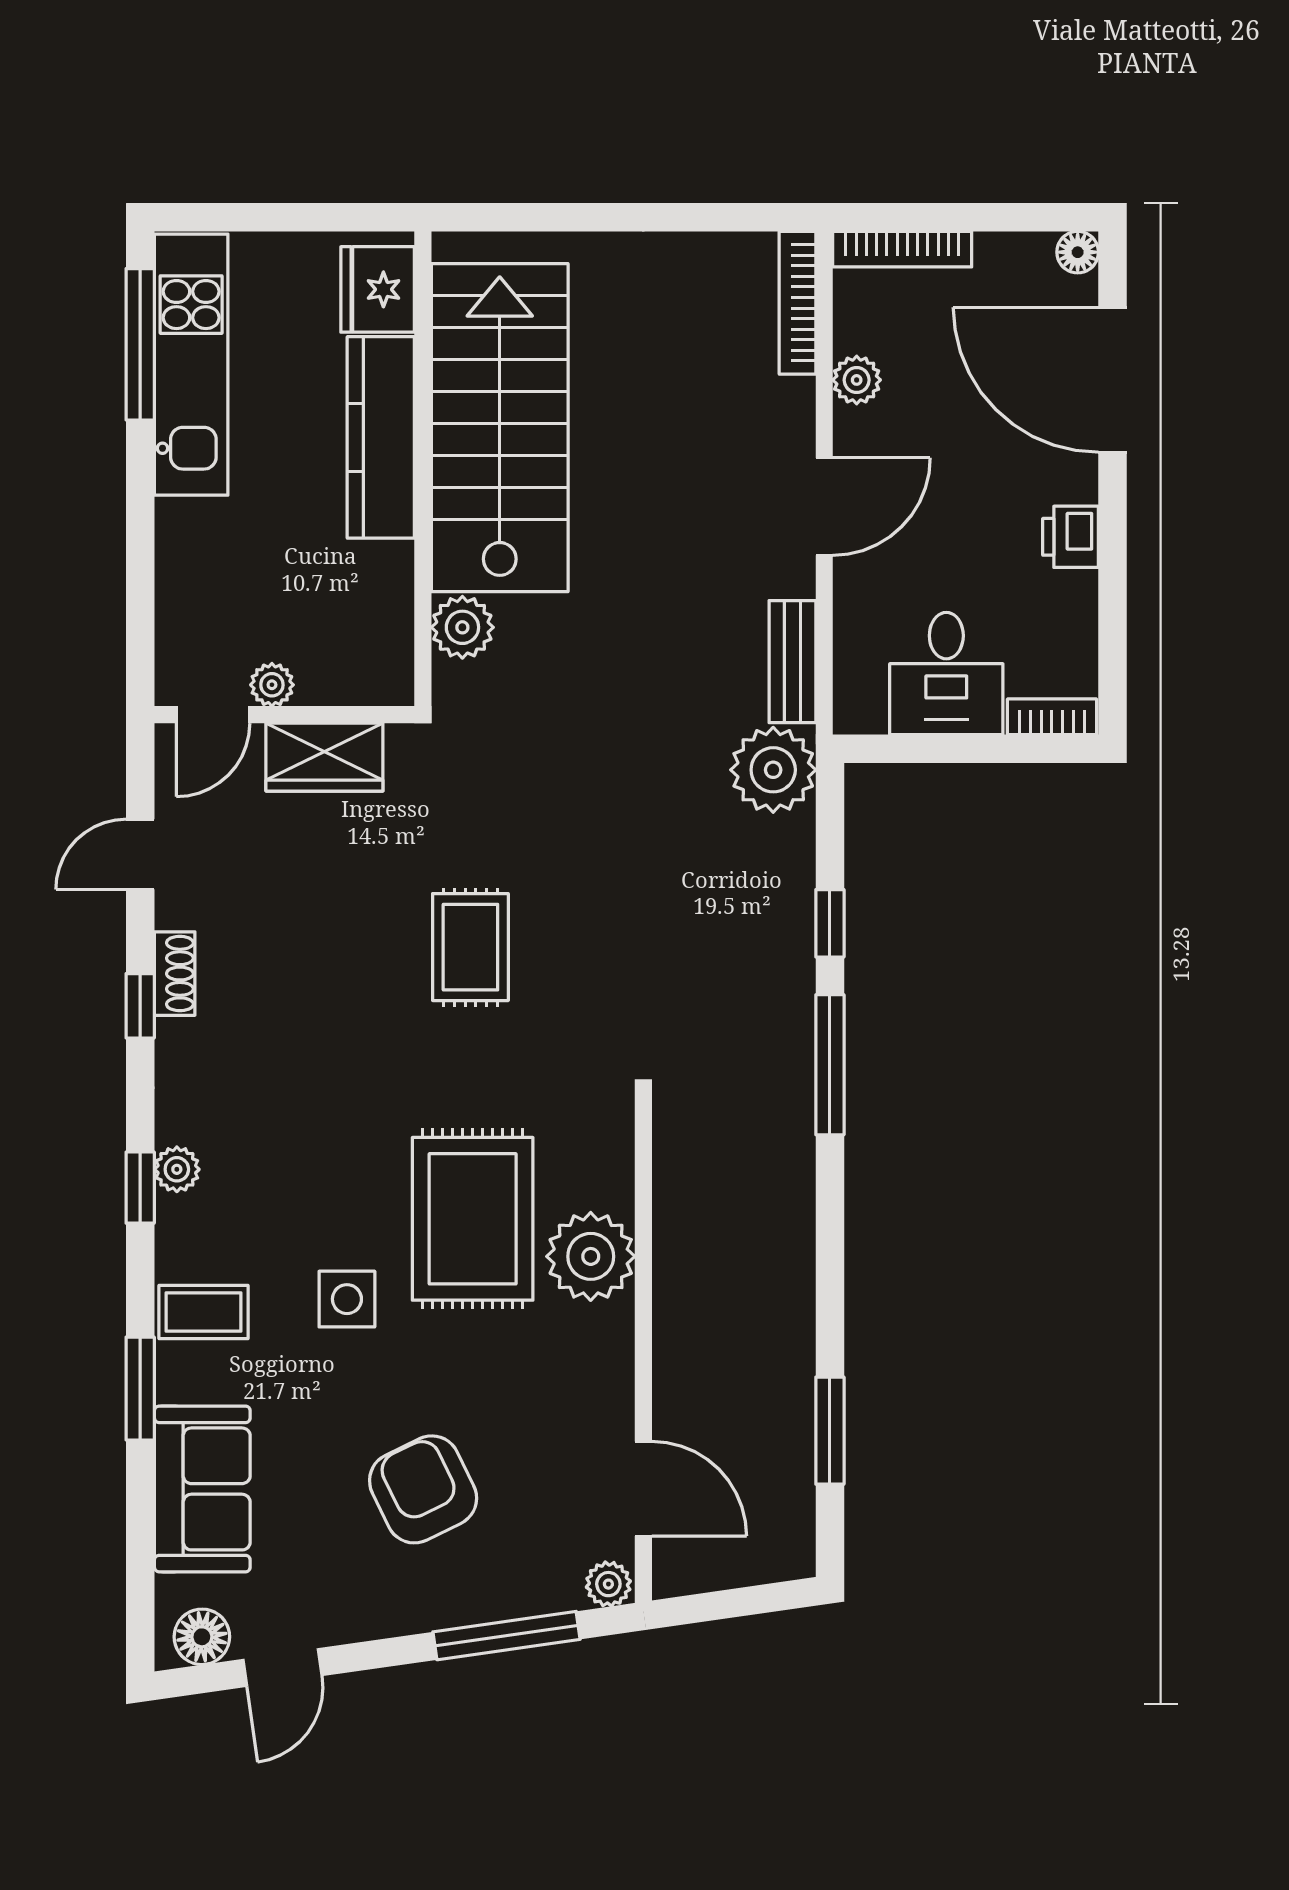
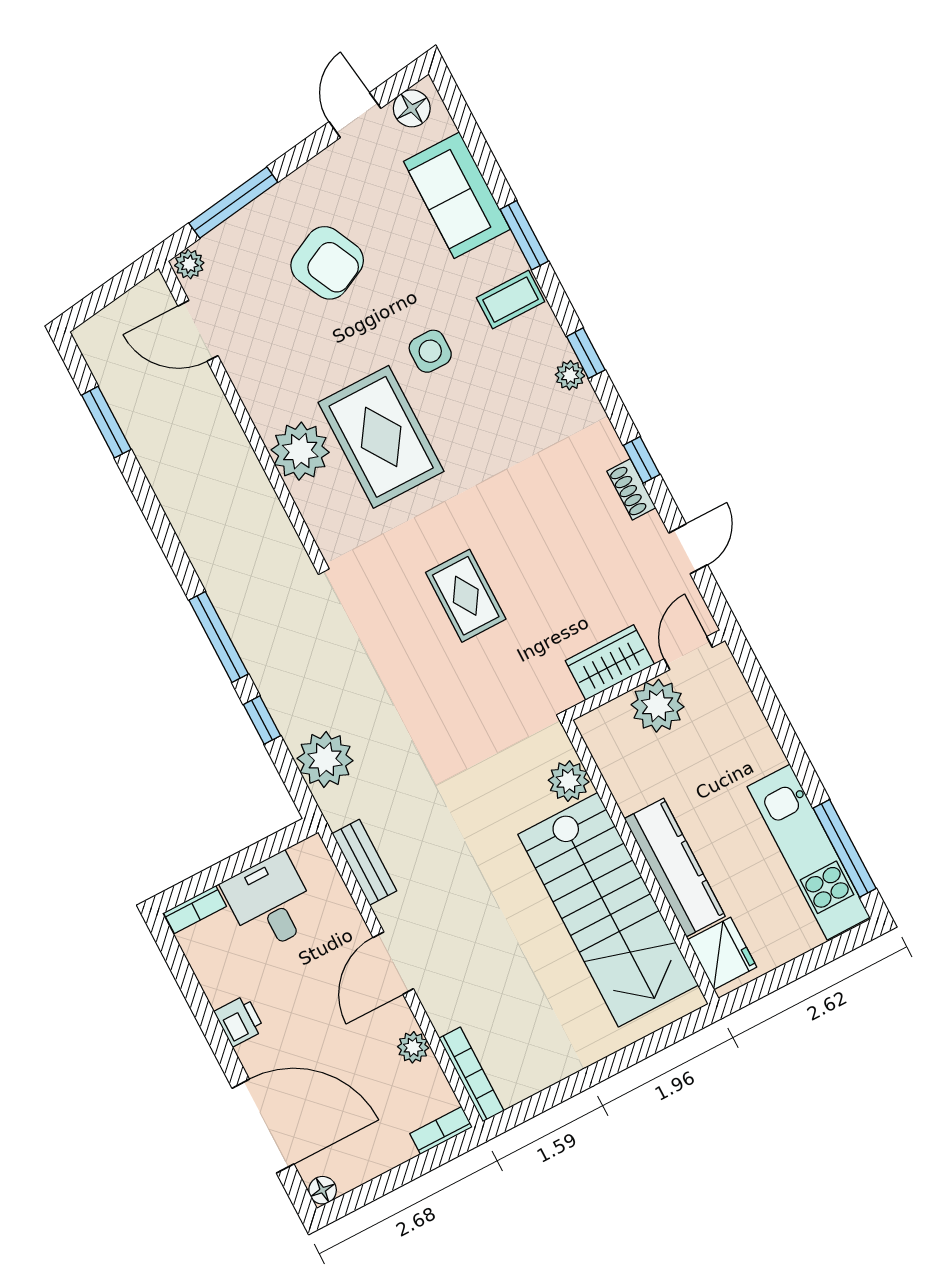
bookcase: (902, 249) -> (441, 1130), width x0.64
plant: (272, 685) -> (658, 706), width x1.88, depth x1.88
plant: (773, 770) -> (325, 760), moved

